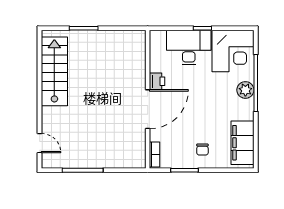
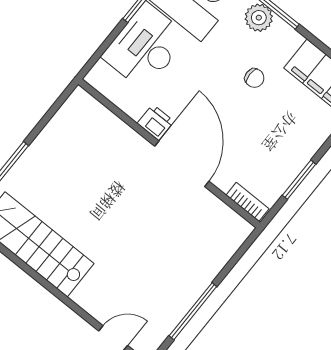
chair: (202, 150) -> (254, 78), moved

